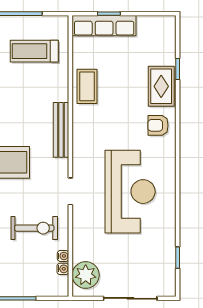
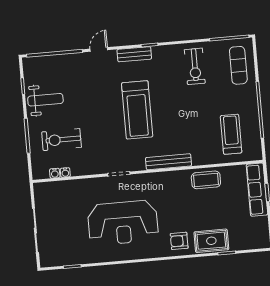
armchair: (158, 125) -> (179, 241), turned -90
exercise bike: (34, 228) -> (61, 140), moved, turned 90
plant: (86, 275) -> (51, 192), removed

